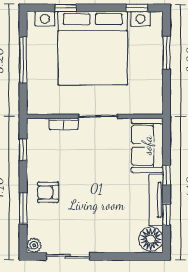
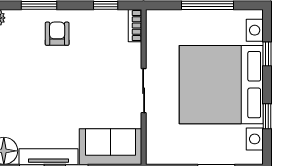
window: (137, 8) -> (267, 116), moved
bookcase: (64, 124) -> (135, 26), moved

